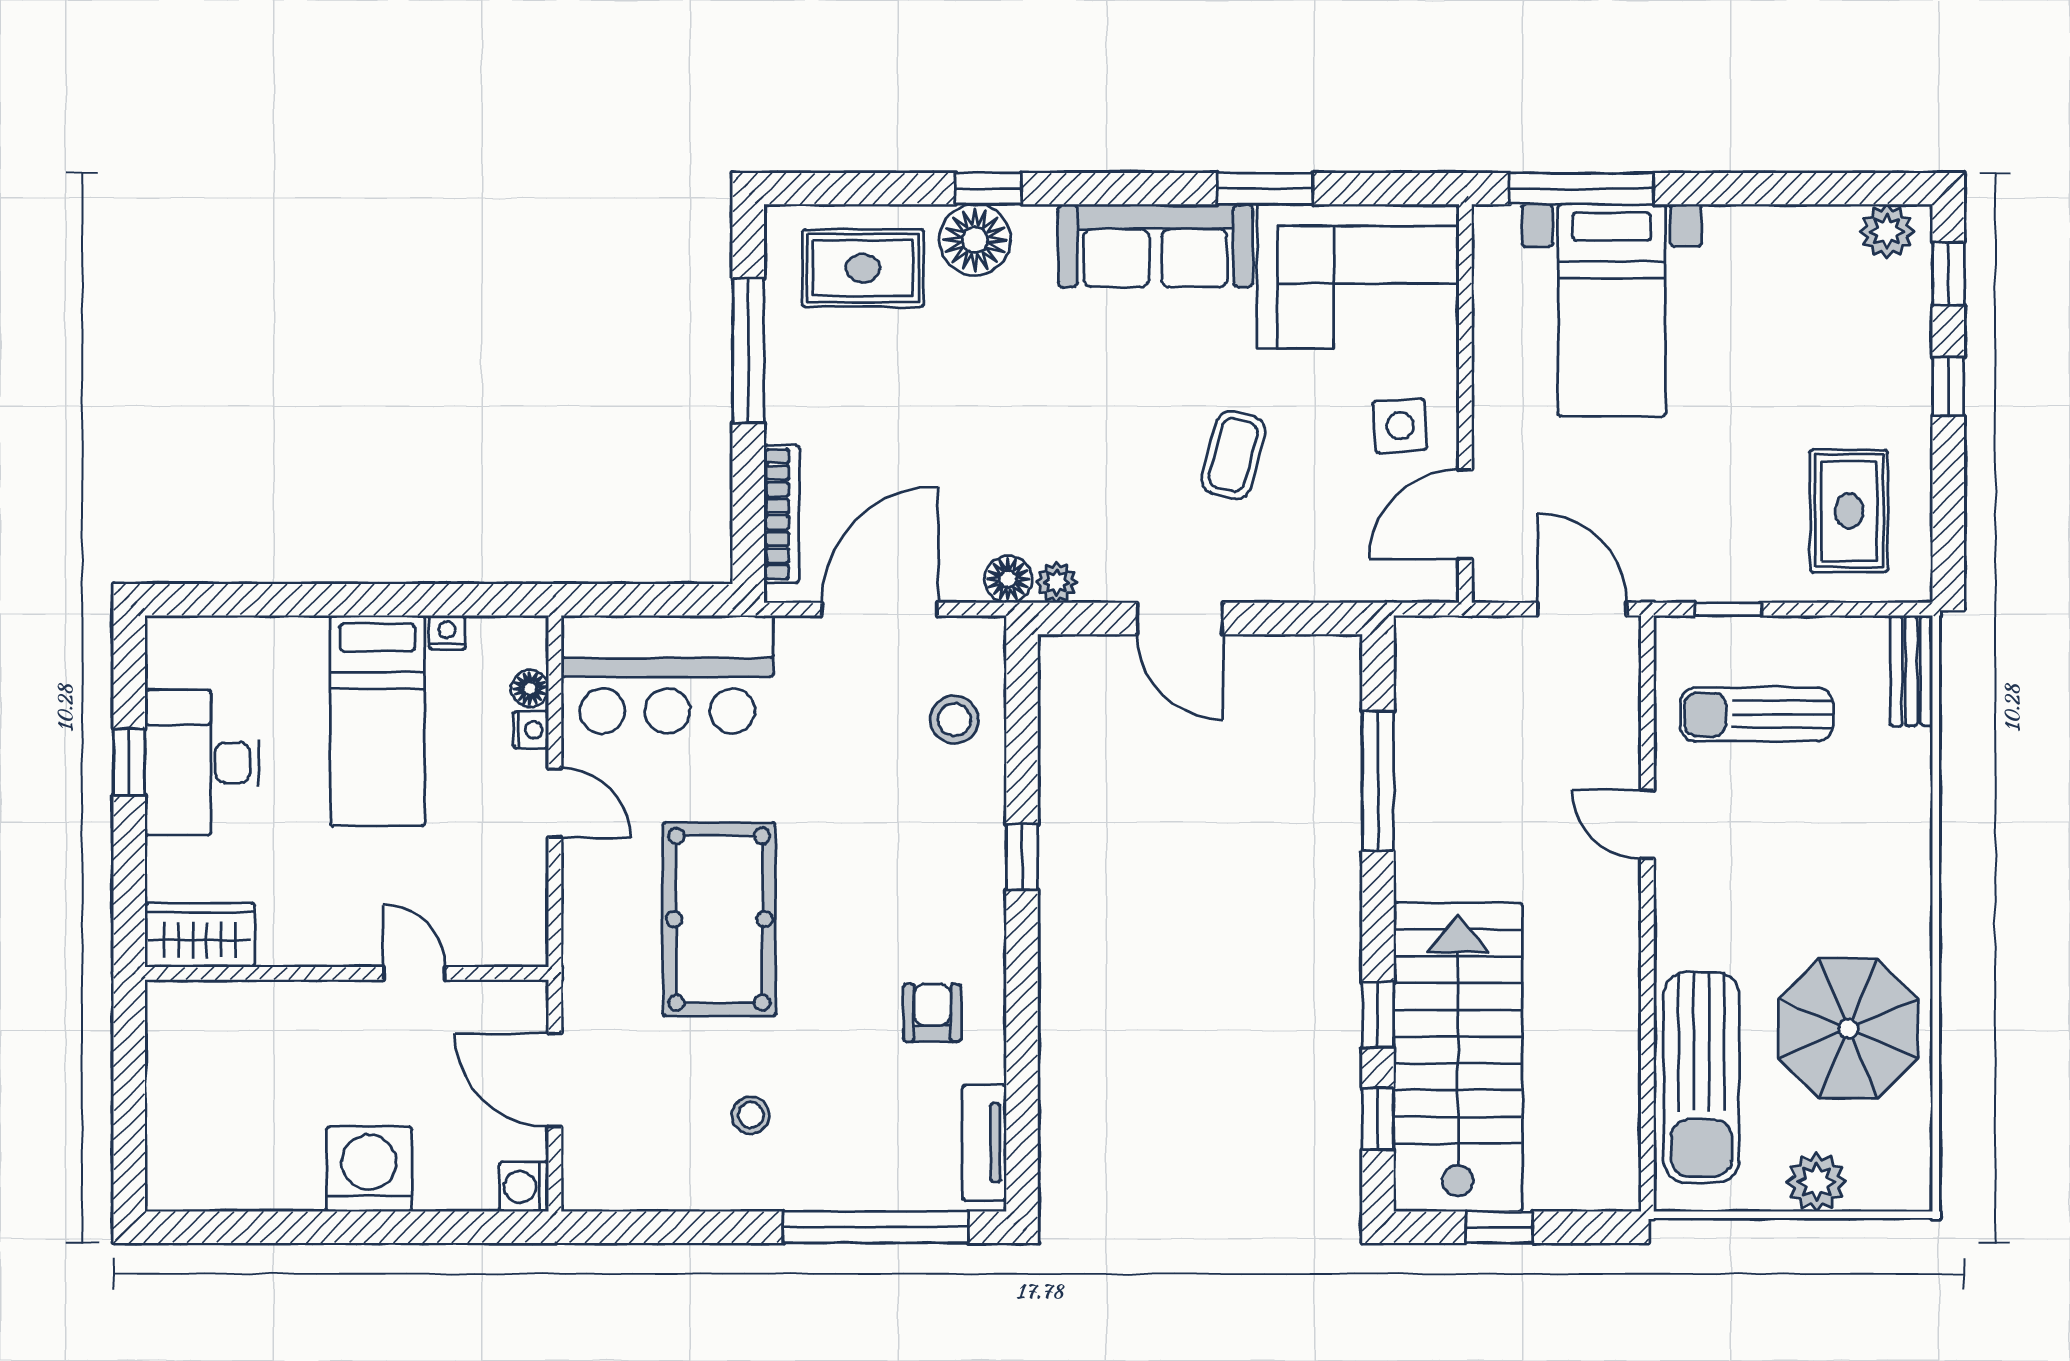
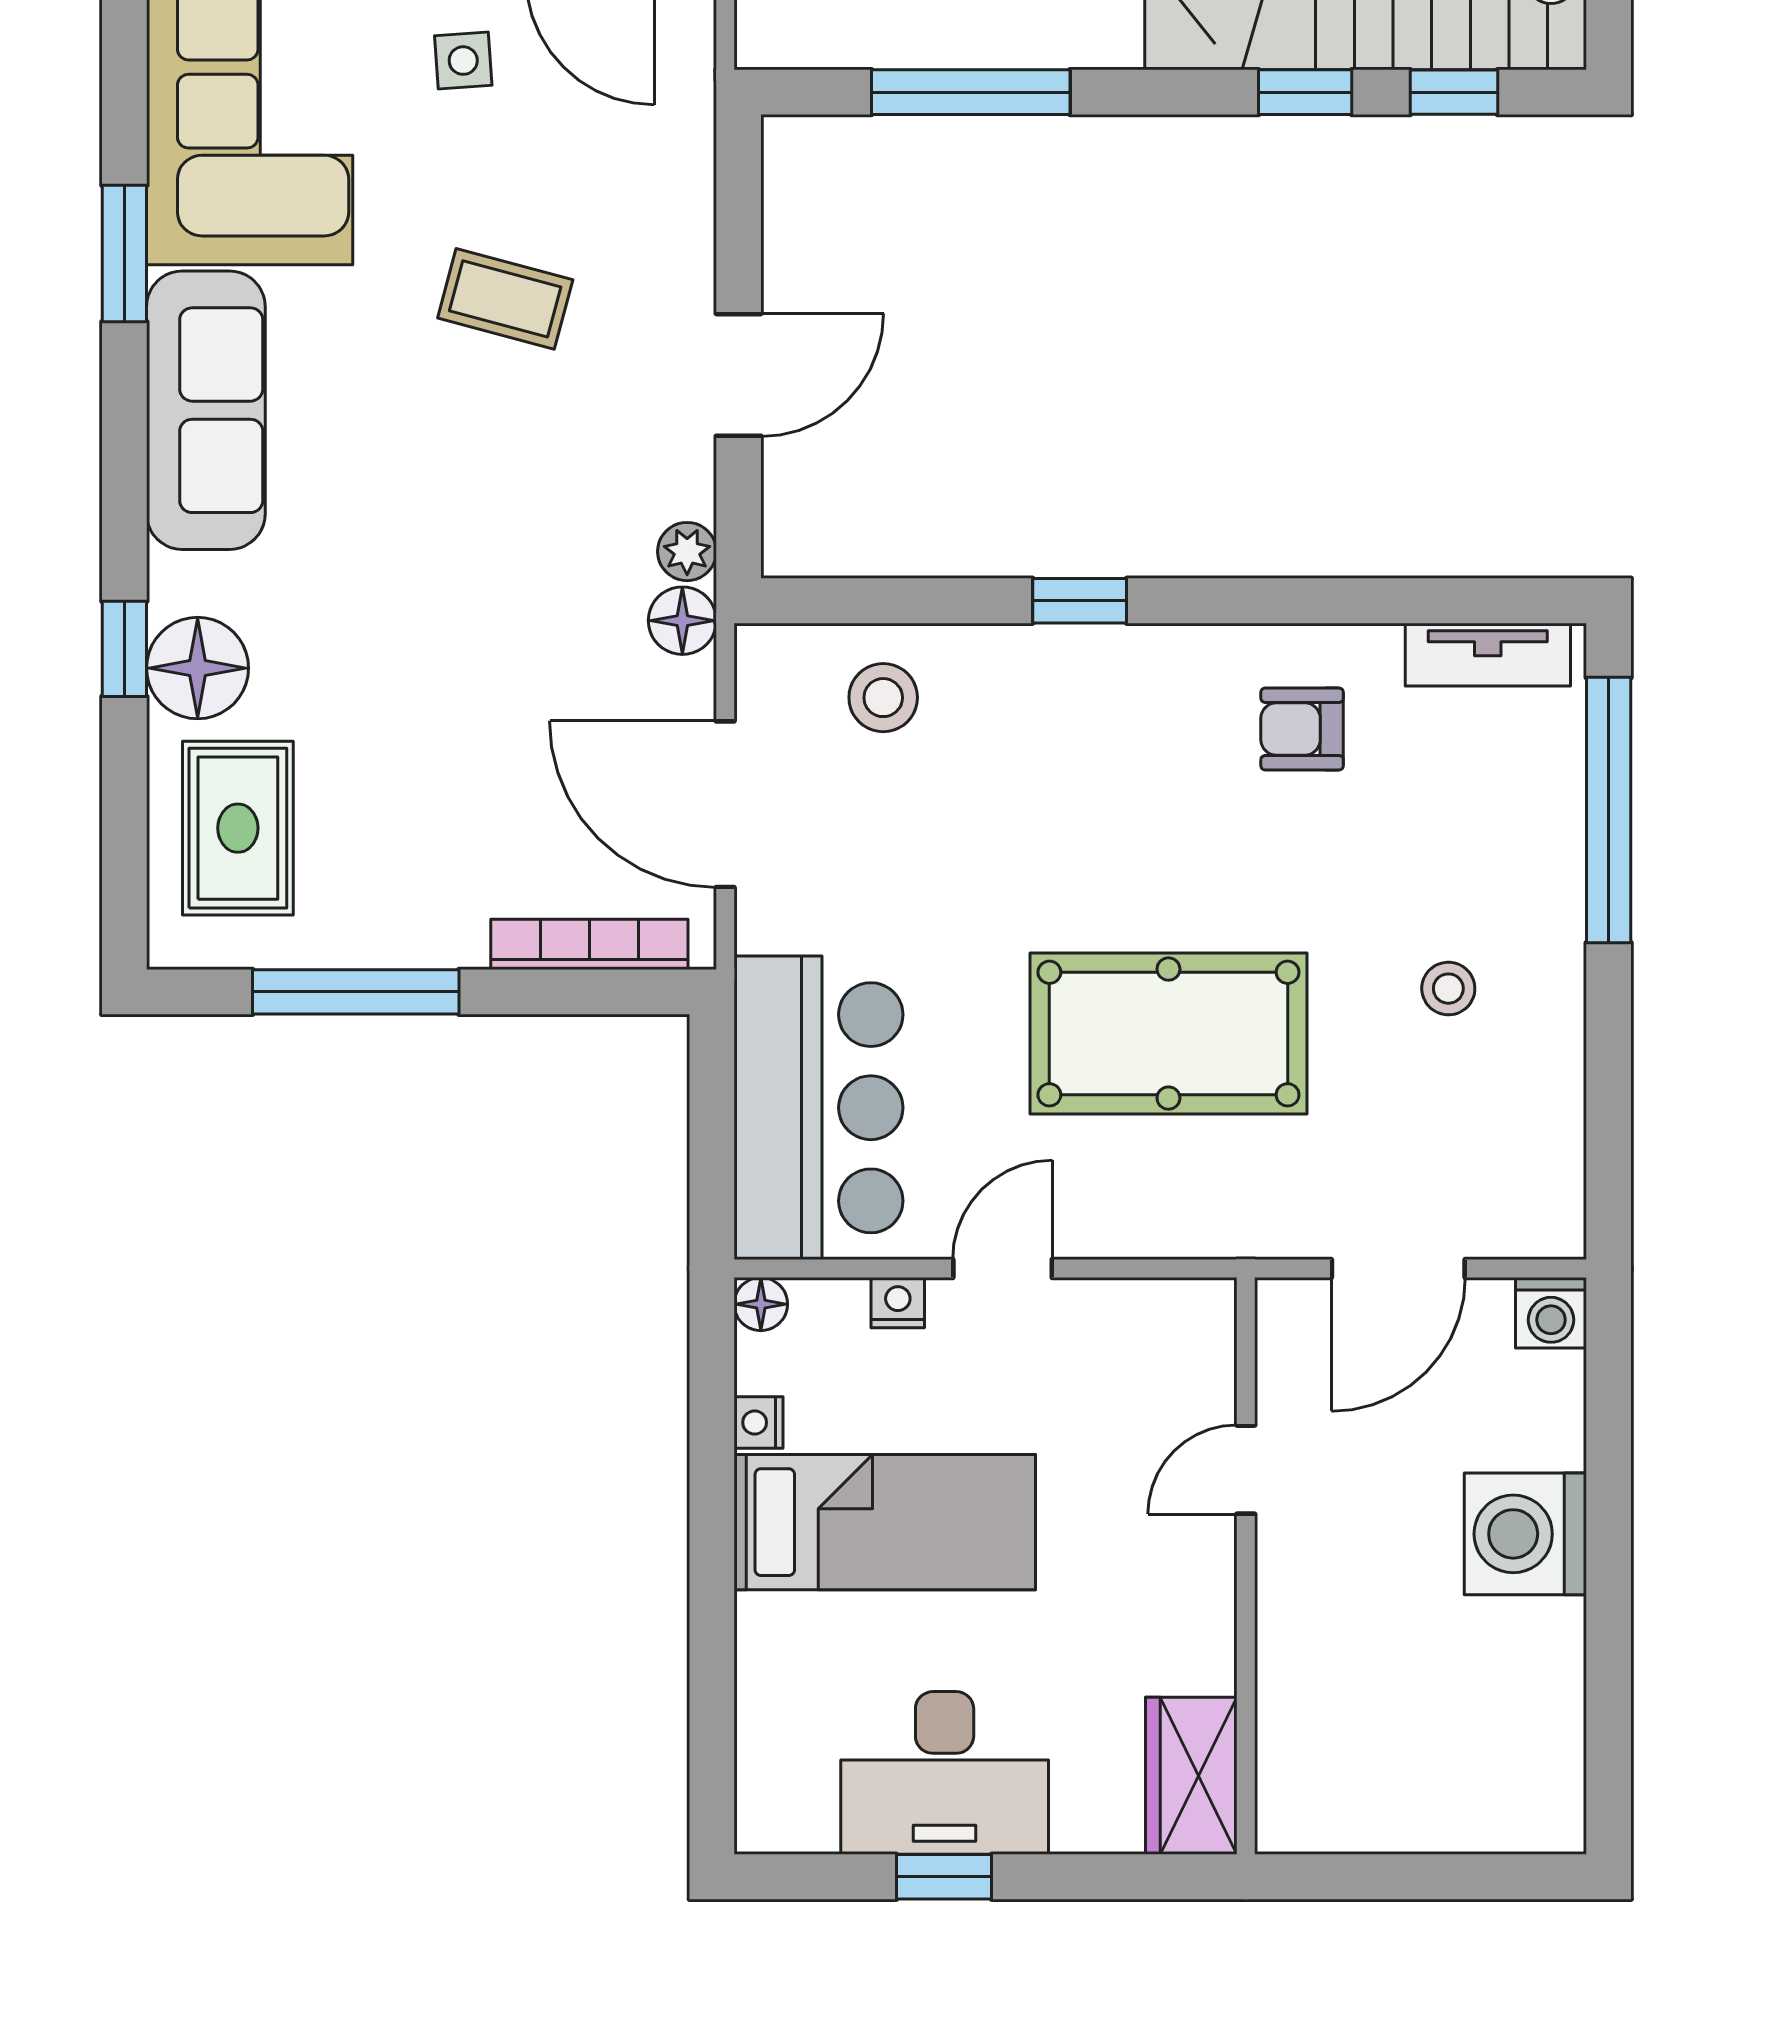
side table: (1400, 426) -> (463, 61), width x0.73, depth x0.73
floor lamp: (530, 688) -> (761, 1304), moved

